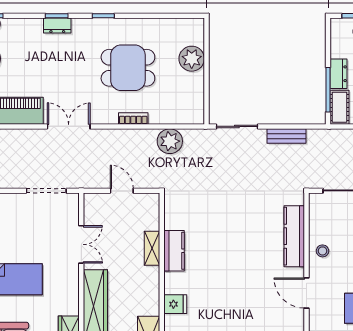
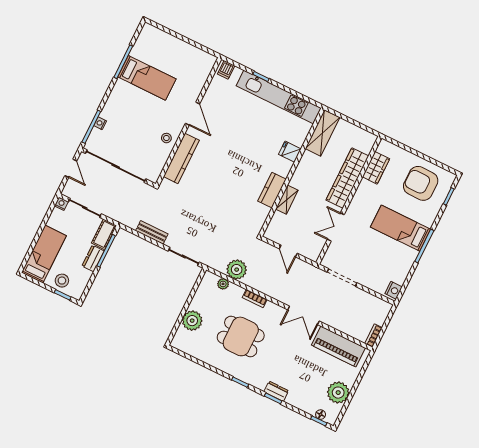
plant: (177, 117) -> (223, 284), added

